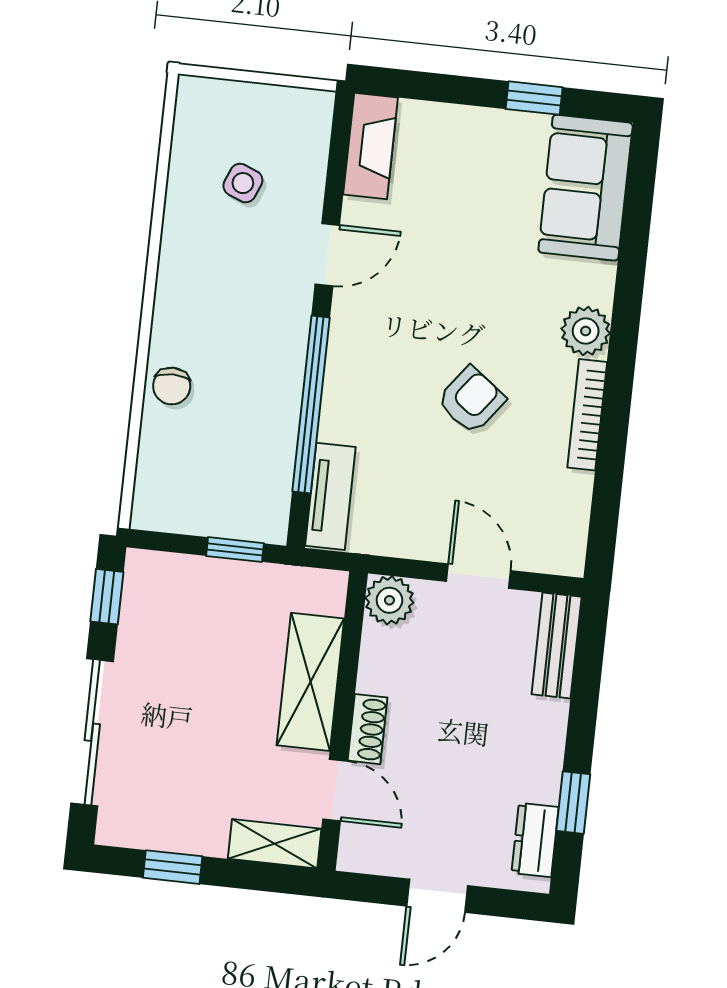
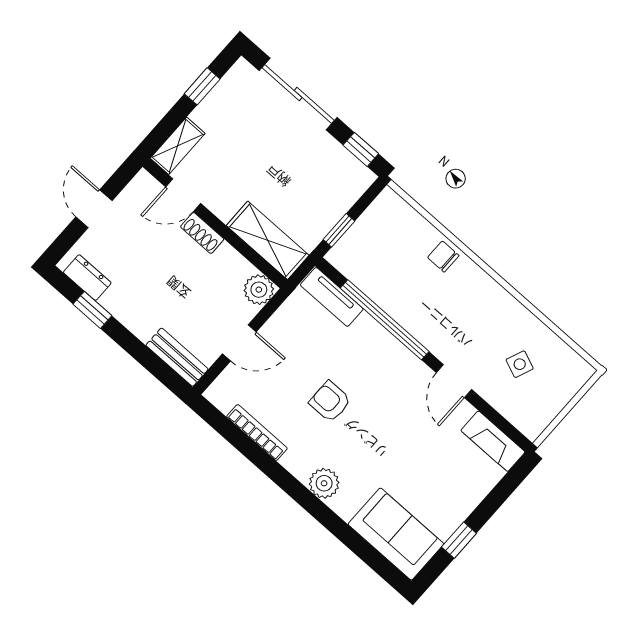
armchair: (471, 400) -> (330, 402), turned 143
bookcase: (587, 415) -> (257, 433), moved
shelving: (310, 682) -> (268, 240), moved

